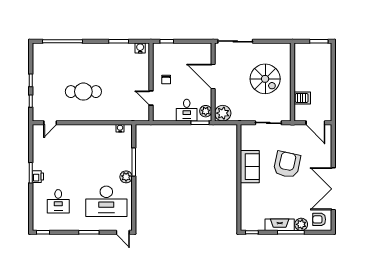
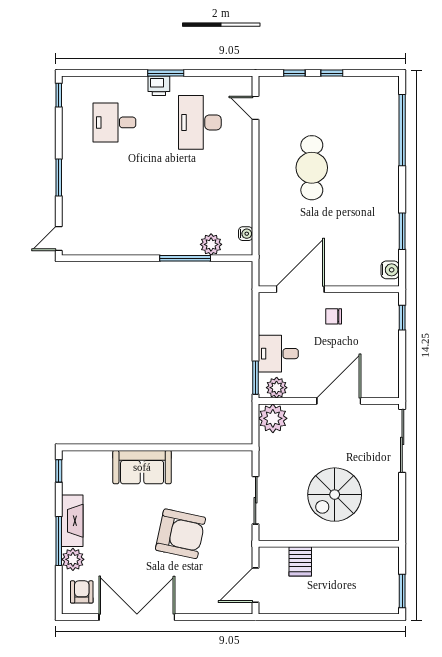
door: (151, 98) -> (300, 289), width x1.87
sofa: (250, 167) -> (142, 467), moved
plant: (126, 177) -> (211, 244), moved
desk: (106, 201) -> (200, 122), moved, width x0.73, depth x0.77

